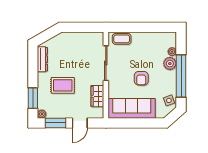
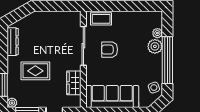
armchair: (141, 78) -> (110, 50), moved, turned 90

